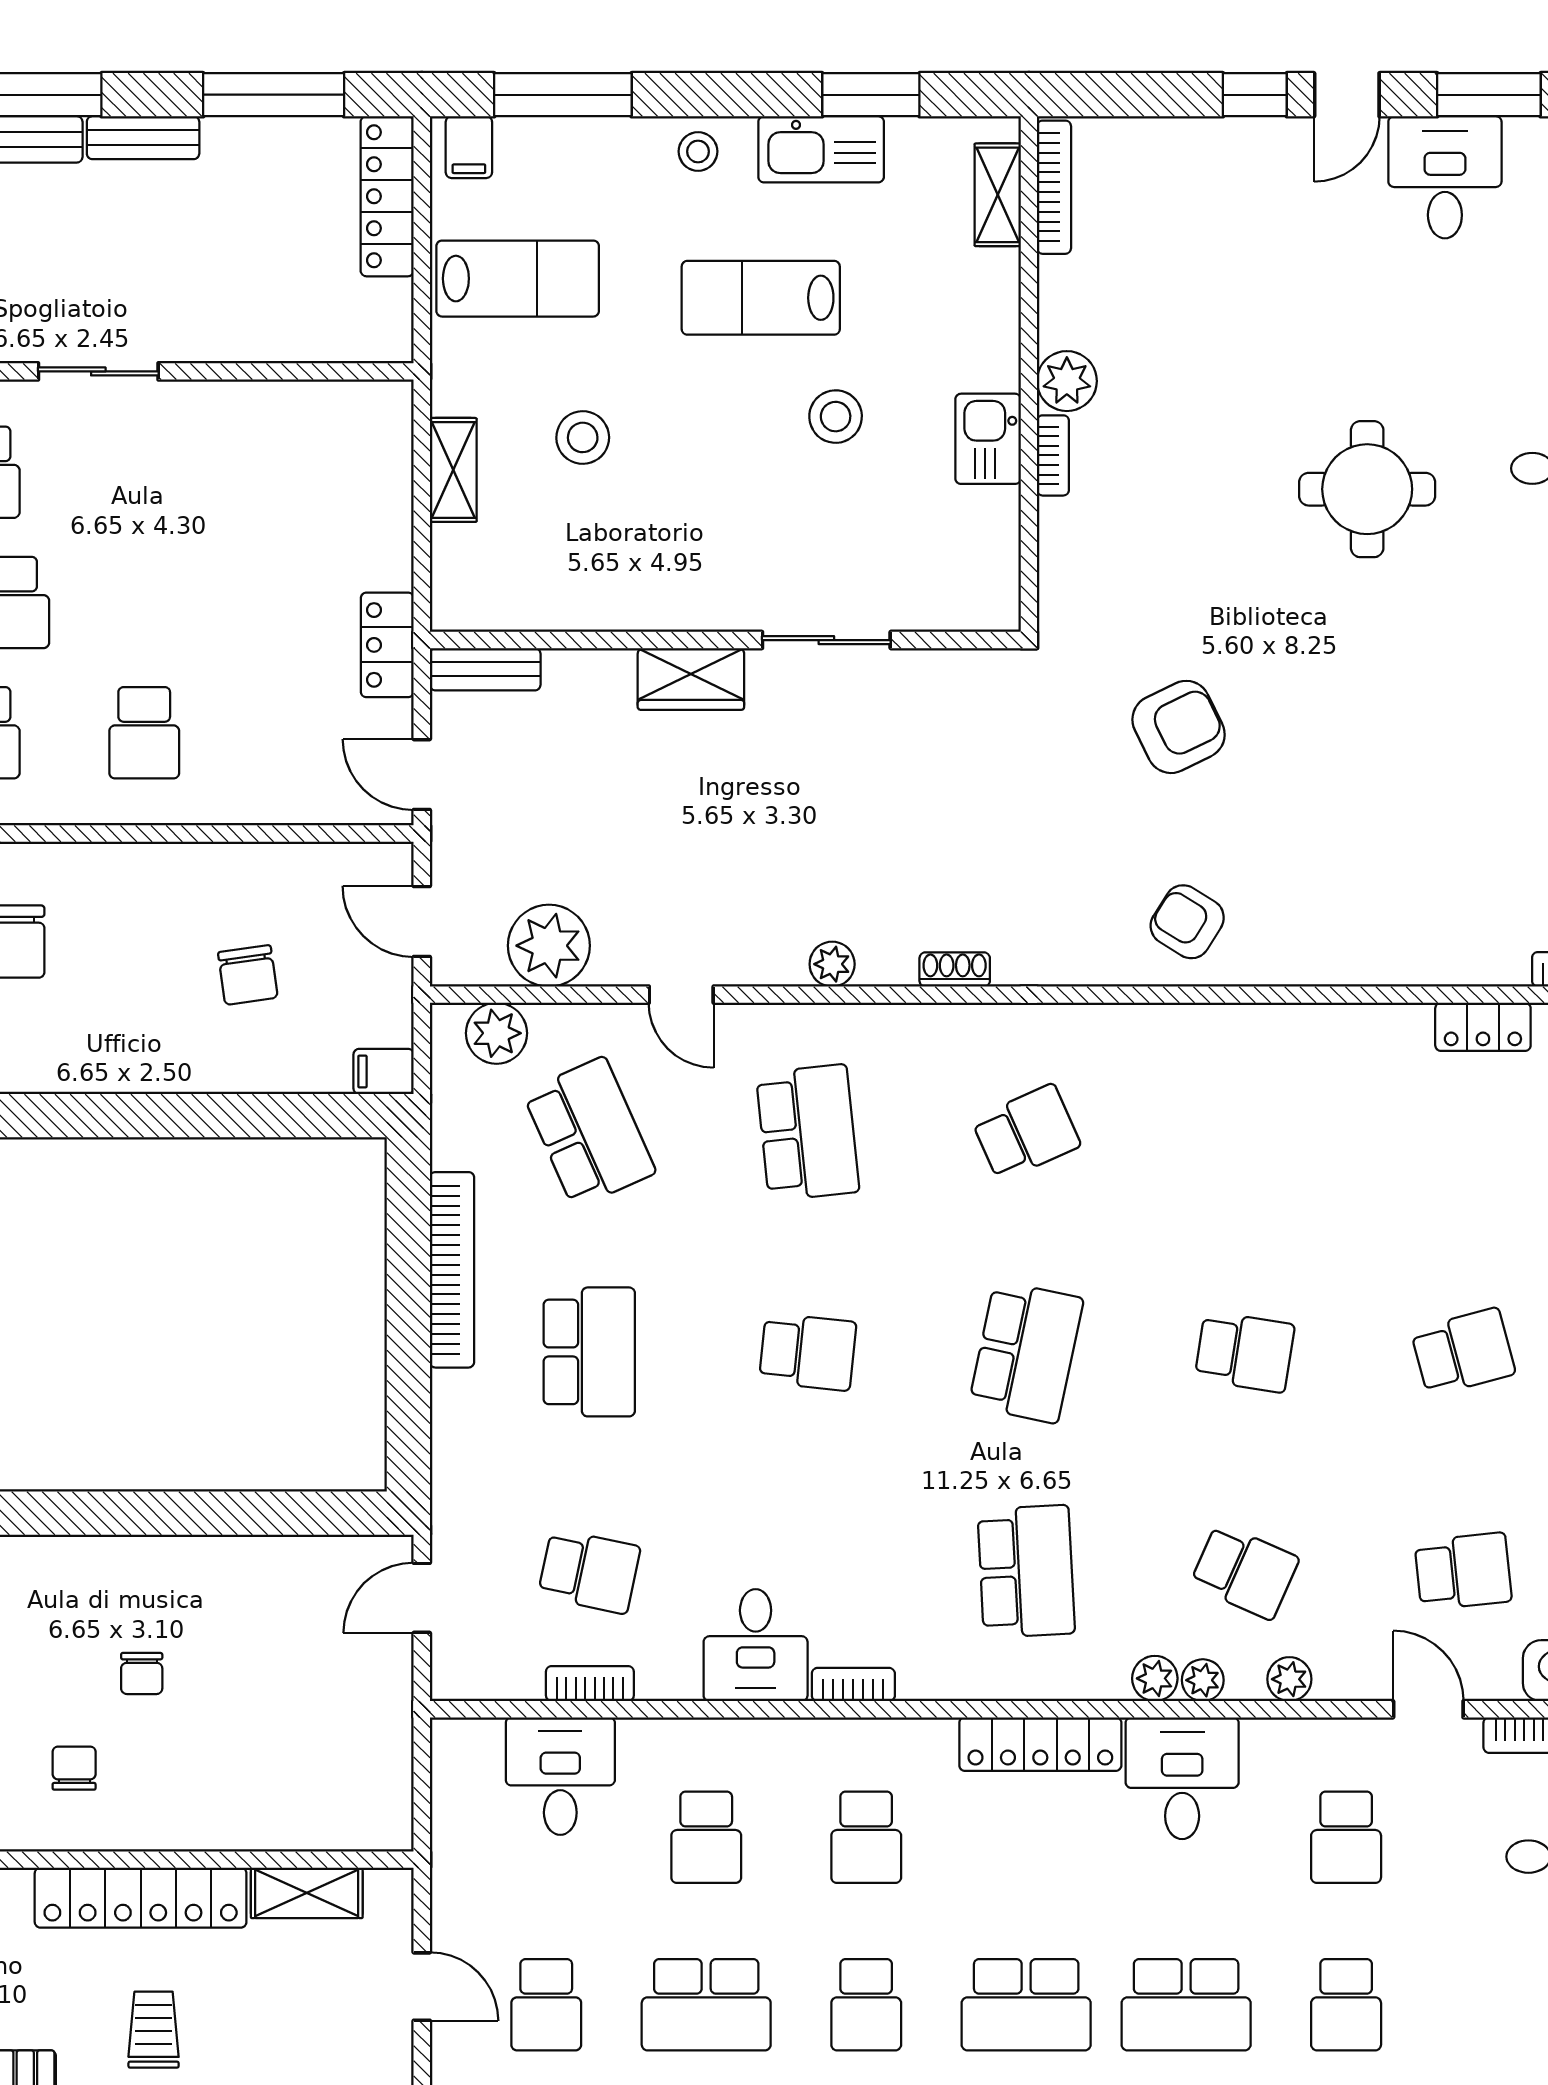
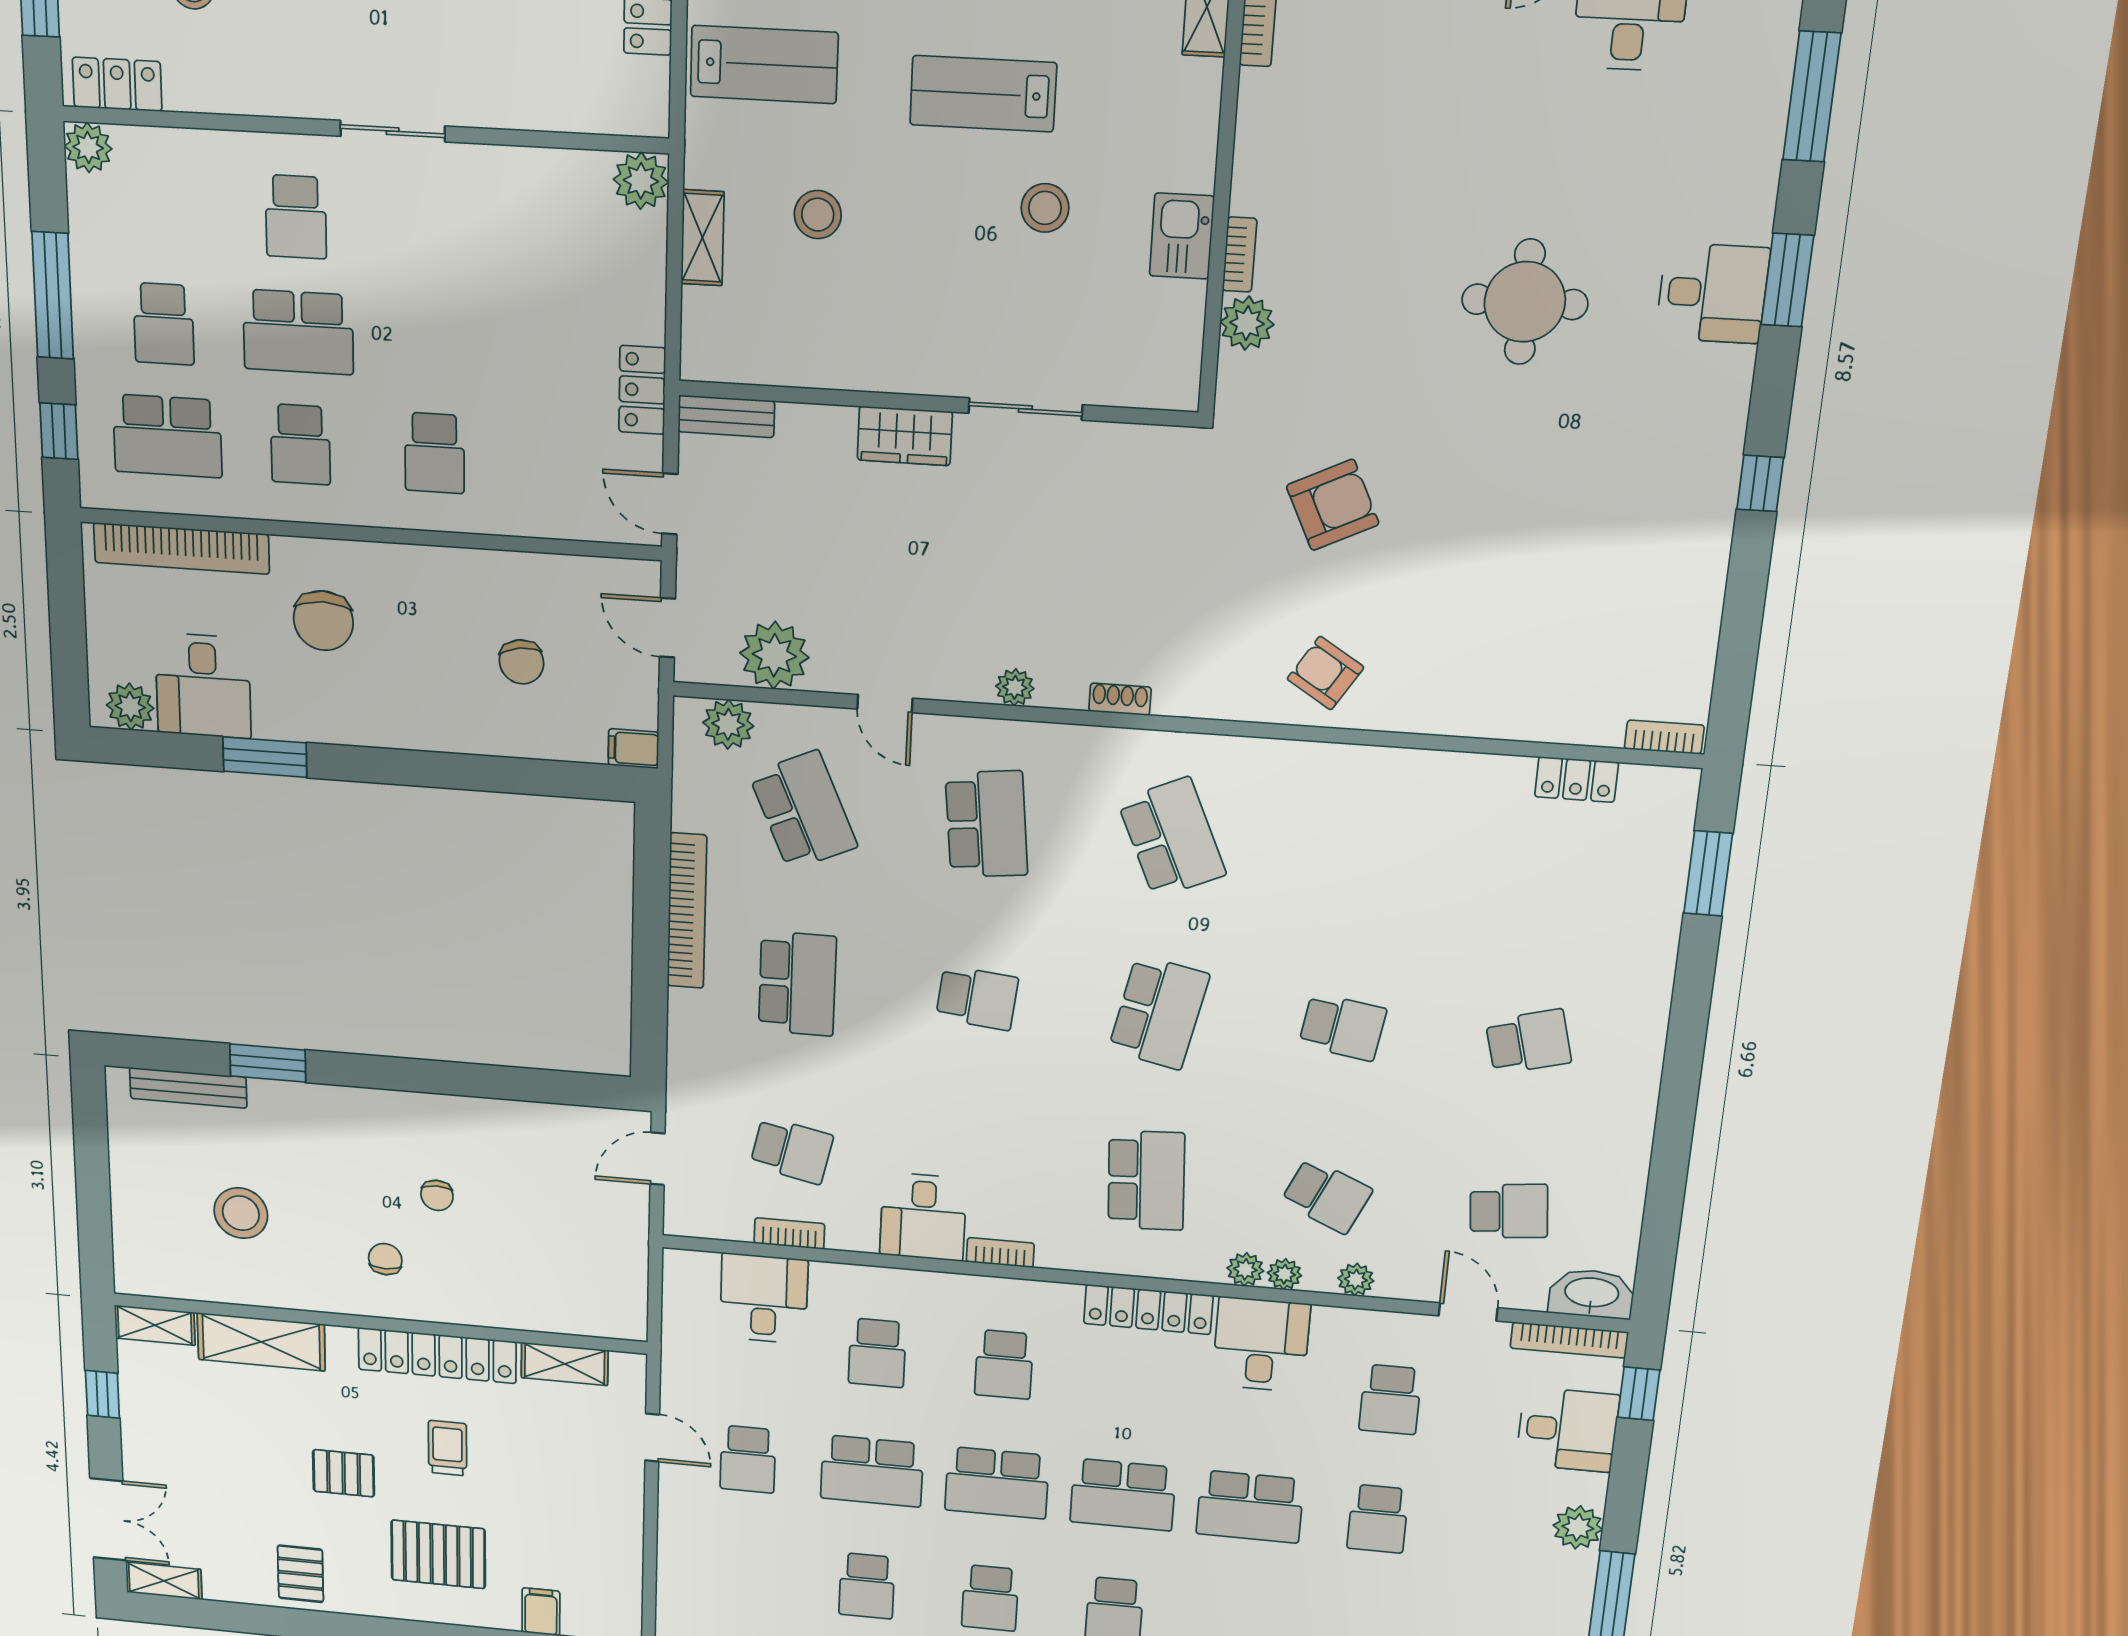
plant: (1067, 381) -> (1247, 323), moved
plant: (382, 411) -> (641, 181), added
school desk: (1026, 1133) -> (1172, 838), width x1.85
school desk: (866, 2005) -> (997, 1483), width x1.85

